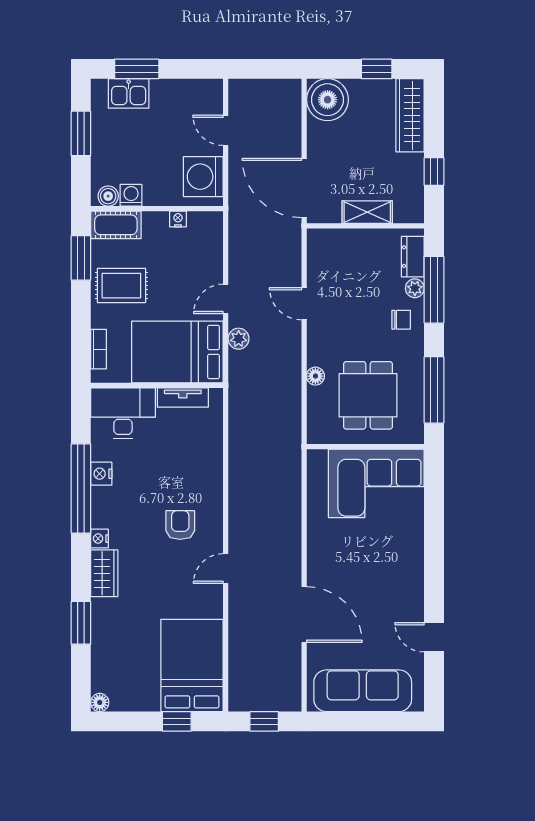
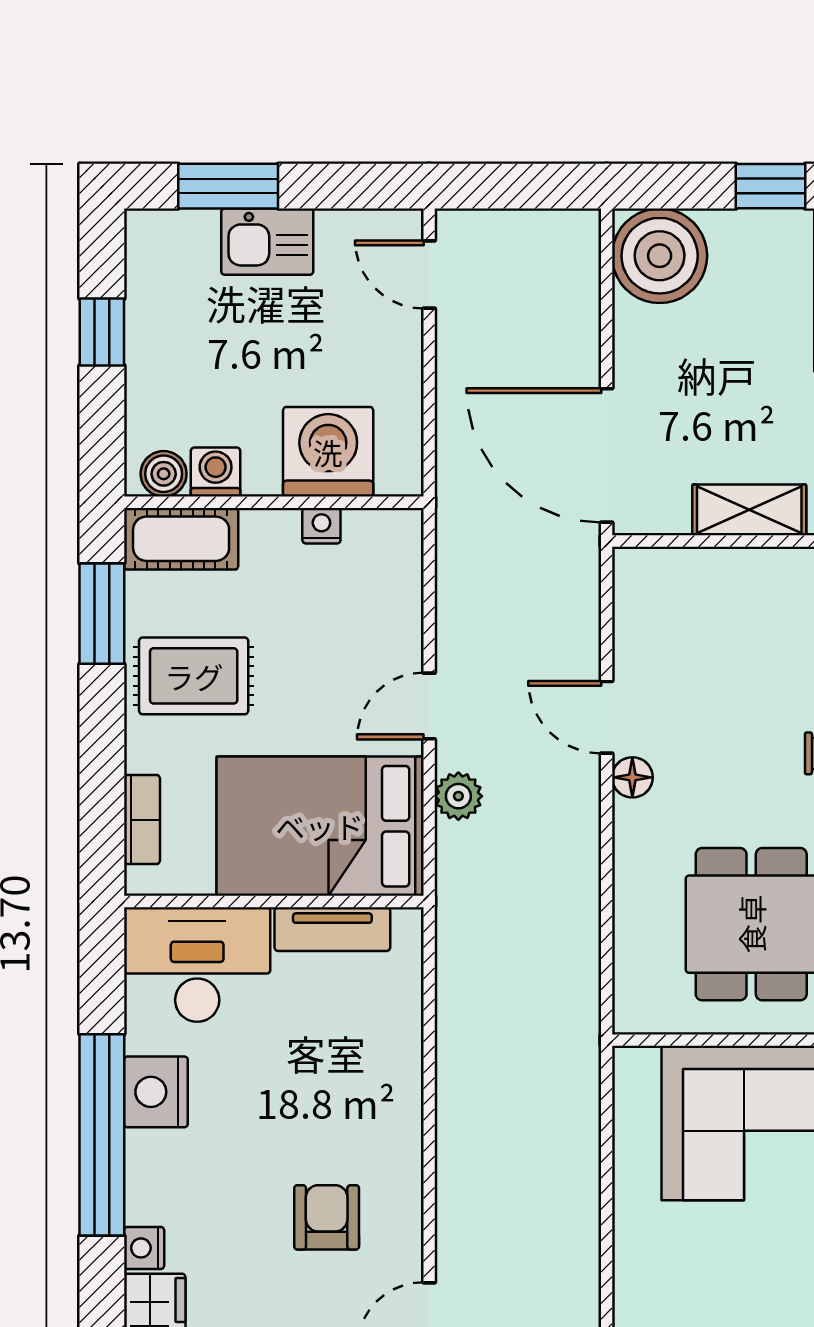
kitchen sink: (129, 93) -> (267, 242), moved
door: (226, 130) -> (429, 274), moved
window: (81, 133) -> (102, 332), width x0.67
washing machine: (203, 177) -> (328, 452), moved, turned 90
floor lamp: (315, 376) -> (632, 777), moved
nightstand: (101, 474) -> (156, 1092), width x1.36, depth x1.33

